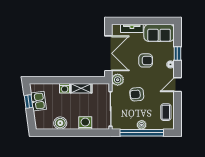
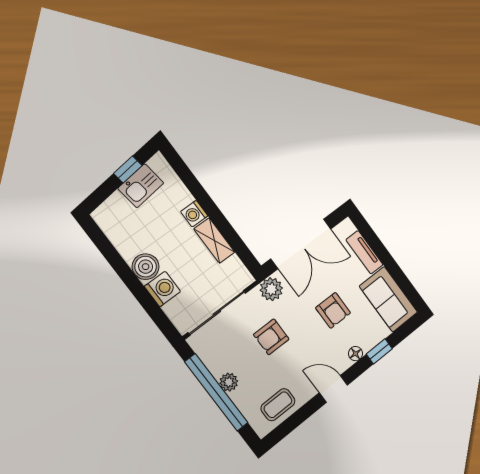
armchair: (137, 94) -> (271, 337), turned -85
boiler: (60, 123) -> (146, 267), moved

